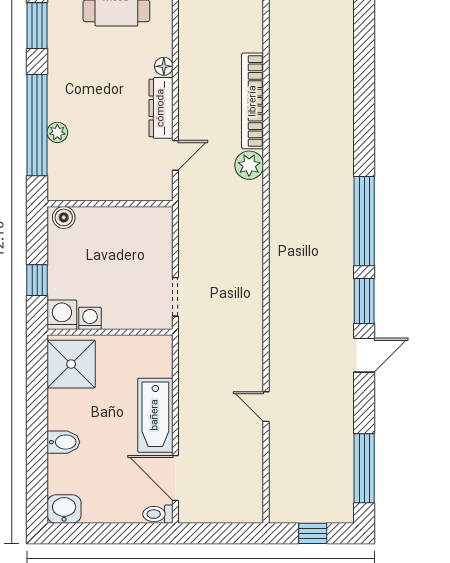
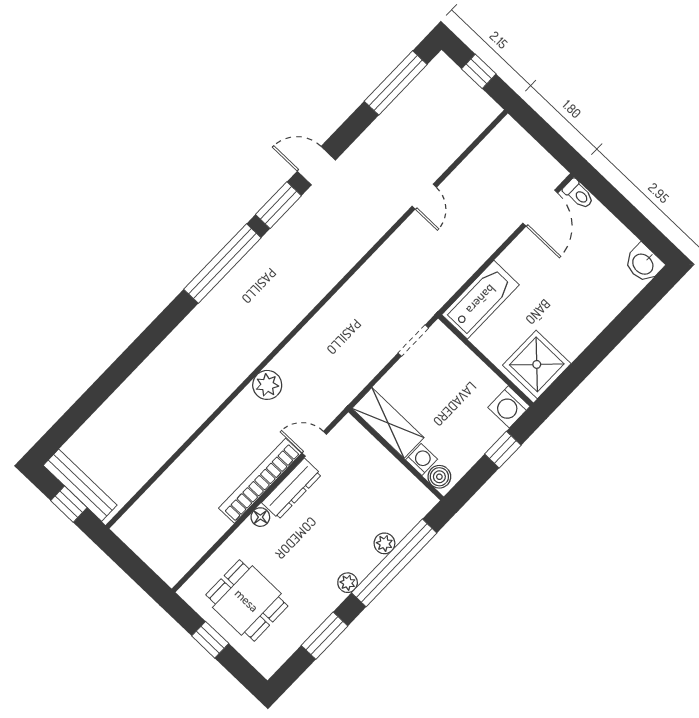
plant: (57, 79) -> (348, 583), added
bookcase: (253, 101) -> (260, 481), moved, turned 180
shelving: (137, 221) -> (388, 423), added
washing machine: (90, 318) -> (422, 460), moved, turned 180
bathtub: (155, 415) -> (481, 300), moved
bidet: (63, 442) -> (597, 313), removed

